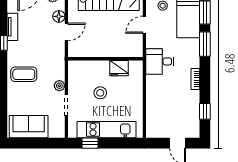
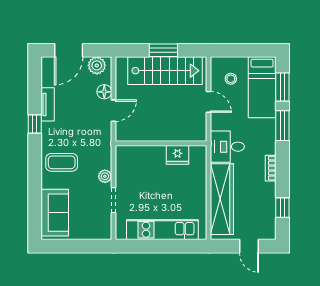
door: (144, 25) -> (209, 102), swing flipped
stool: (100, 93) -> (155, 185), removed
wardrobe: (155, 104) -> (222, 199), added
sofa: (29, 127) -> (55, 213), moved, turned 90
window: (90, 143) -> (142, 246), removed

